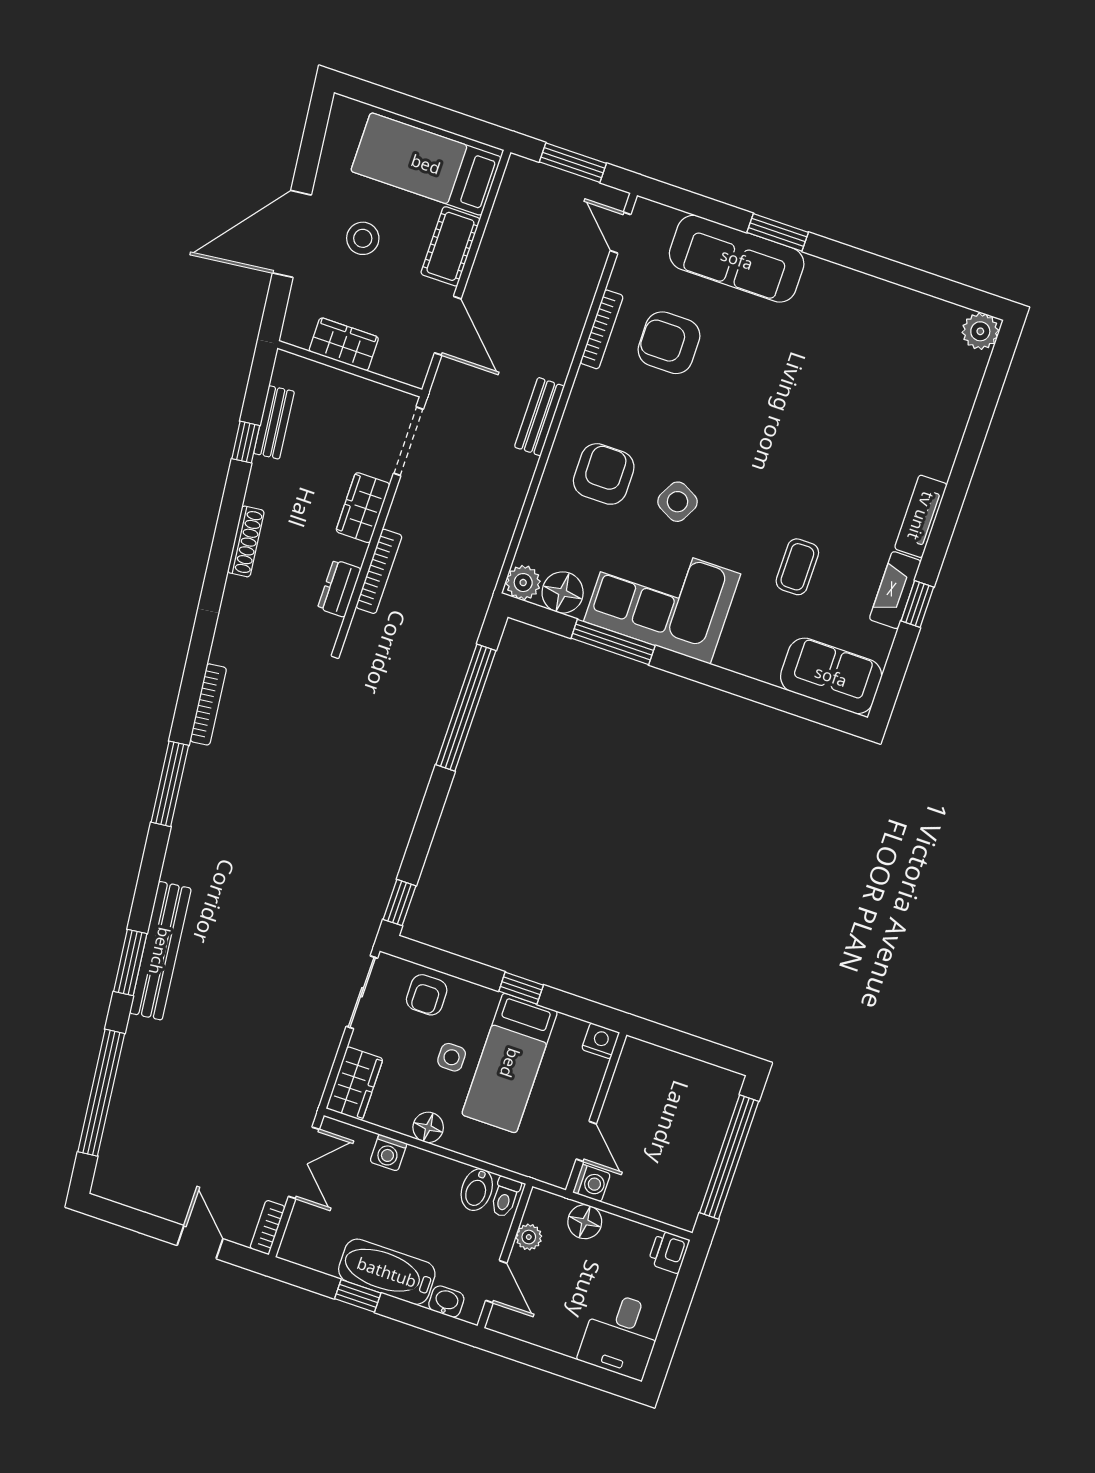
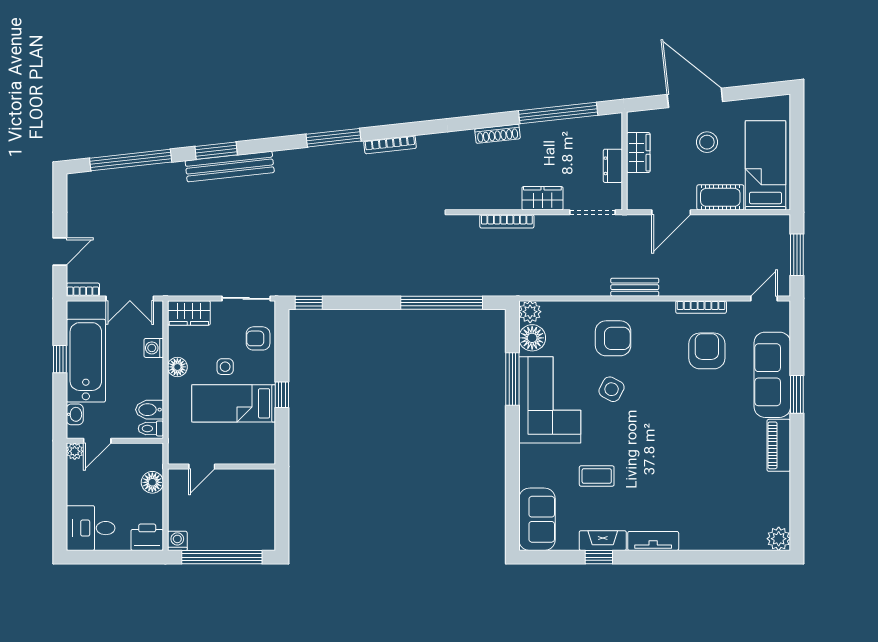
piano: (843, 284) -> (779, 445), added
bench: (274, 422) -> (576, 126), removed
window: (246, 442) -> (558, 113), width x3.17
dresser: (339, 588) -> (613, 166), moved, turned -90
nightstand: (601, 1041) -> (266, 454), removed
washing machine: (592, 1183) -> (177, 541), moved, turned 180
plant: (529, 1237) -> (75, 451), moved
printer: (669, 1252) -> (147, 537), width x1.36, depth x1.24
bathtub: (387, 1272) -> (86, 361), width x1.36, depth x1.36

